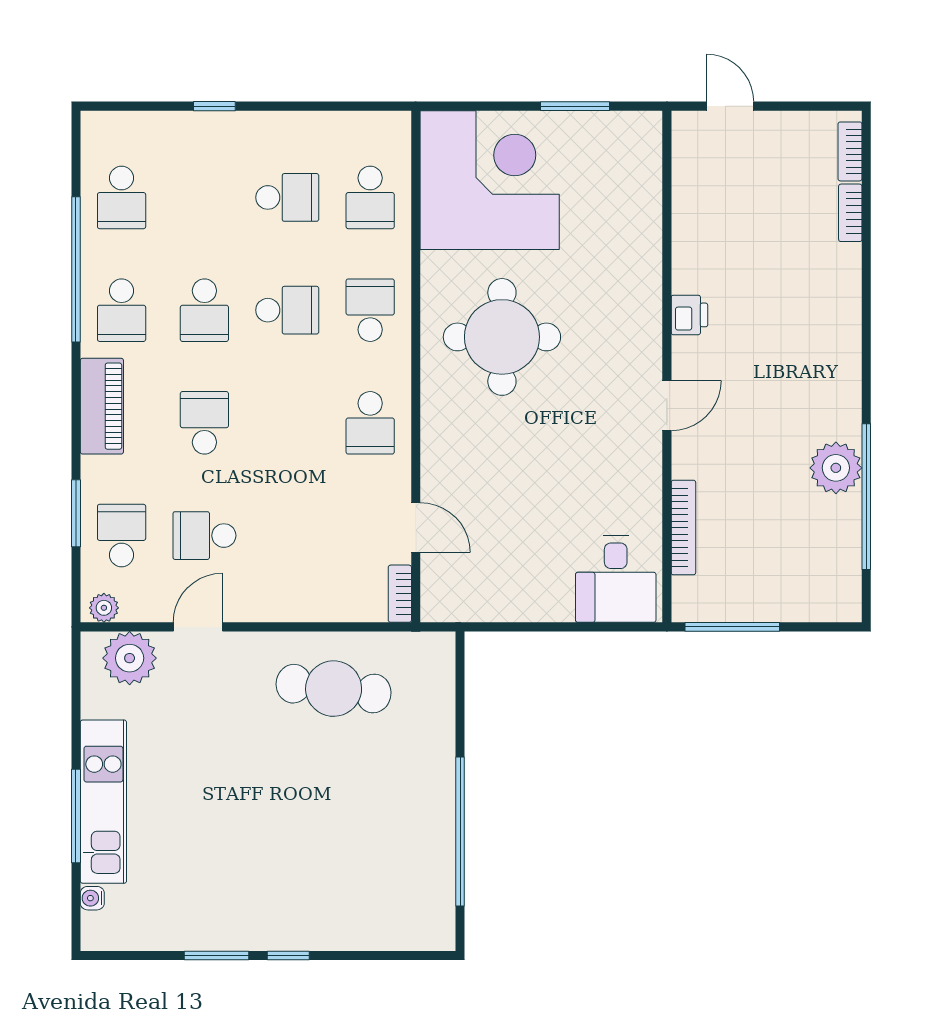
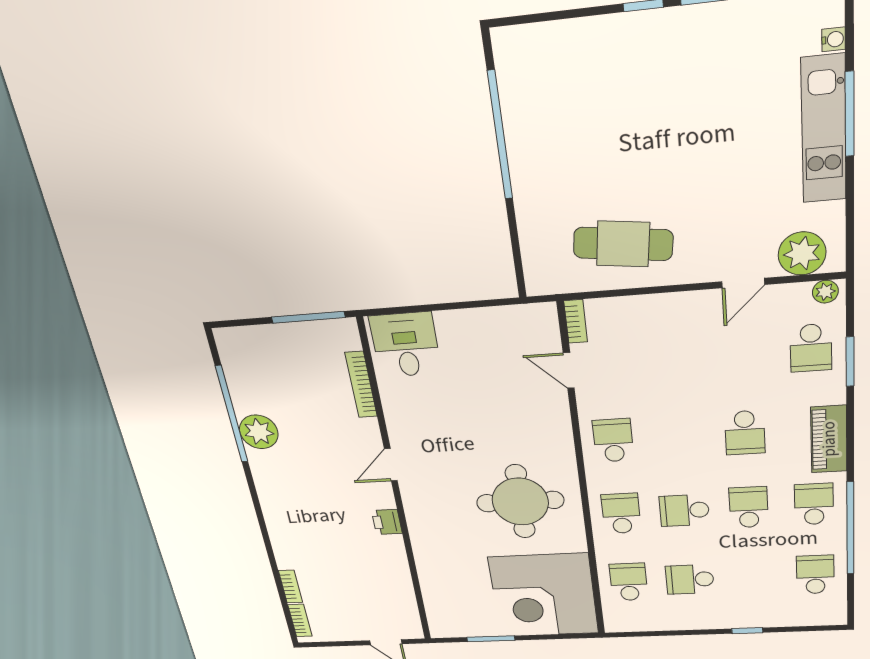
school desk: (370, 310) -> (621, 513), turned 180
school desk: (204, 536) -> (741, 353), removed

